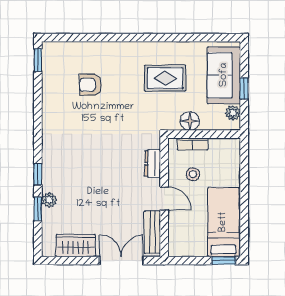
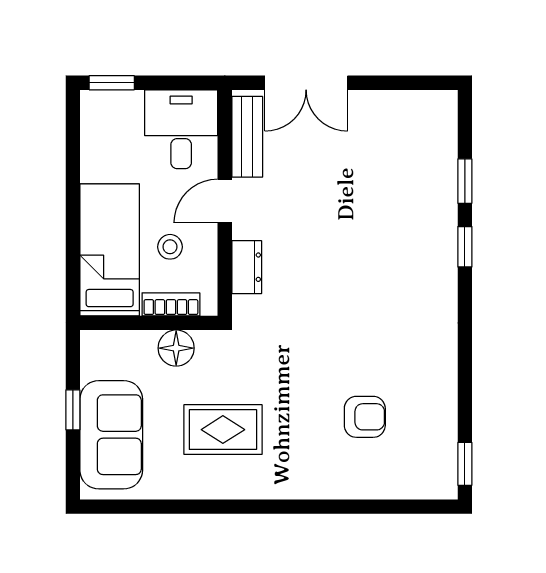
plant: (233, 113) -> (94, 363), removed
door: (164, 198) -> (225, 201), hinge flipped
plant: (49, 200) -> (443, 198), removed
bed: (223, 222) -> (110, 250), moved, turned 180
desk: (187, 236) -> (181, 129), added
wardrobe: (76, 246) -> (393, 111), removed

